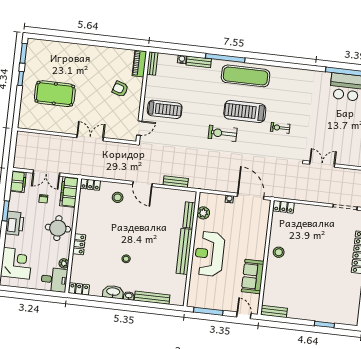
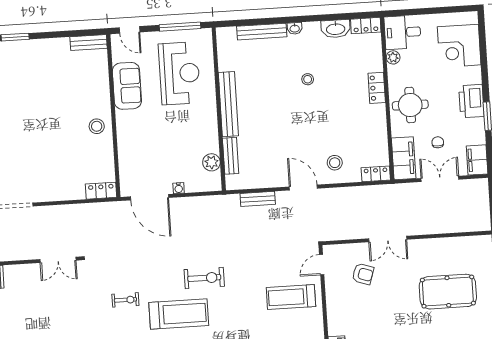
armchair: (120, 89) -> (363, 274), moved
reception desk: (209, 254) -> (179, 73), moved
washbasin: (113, 292) -> (336, 29), moved

